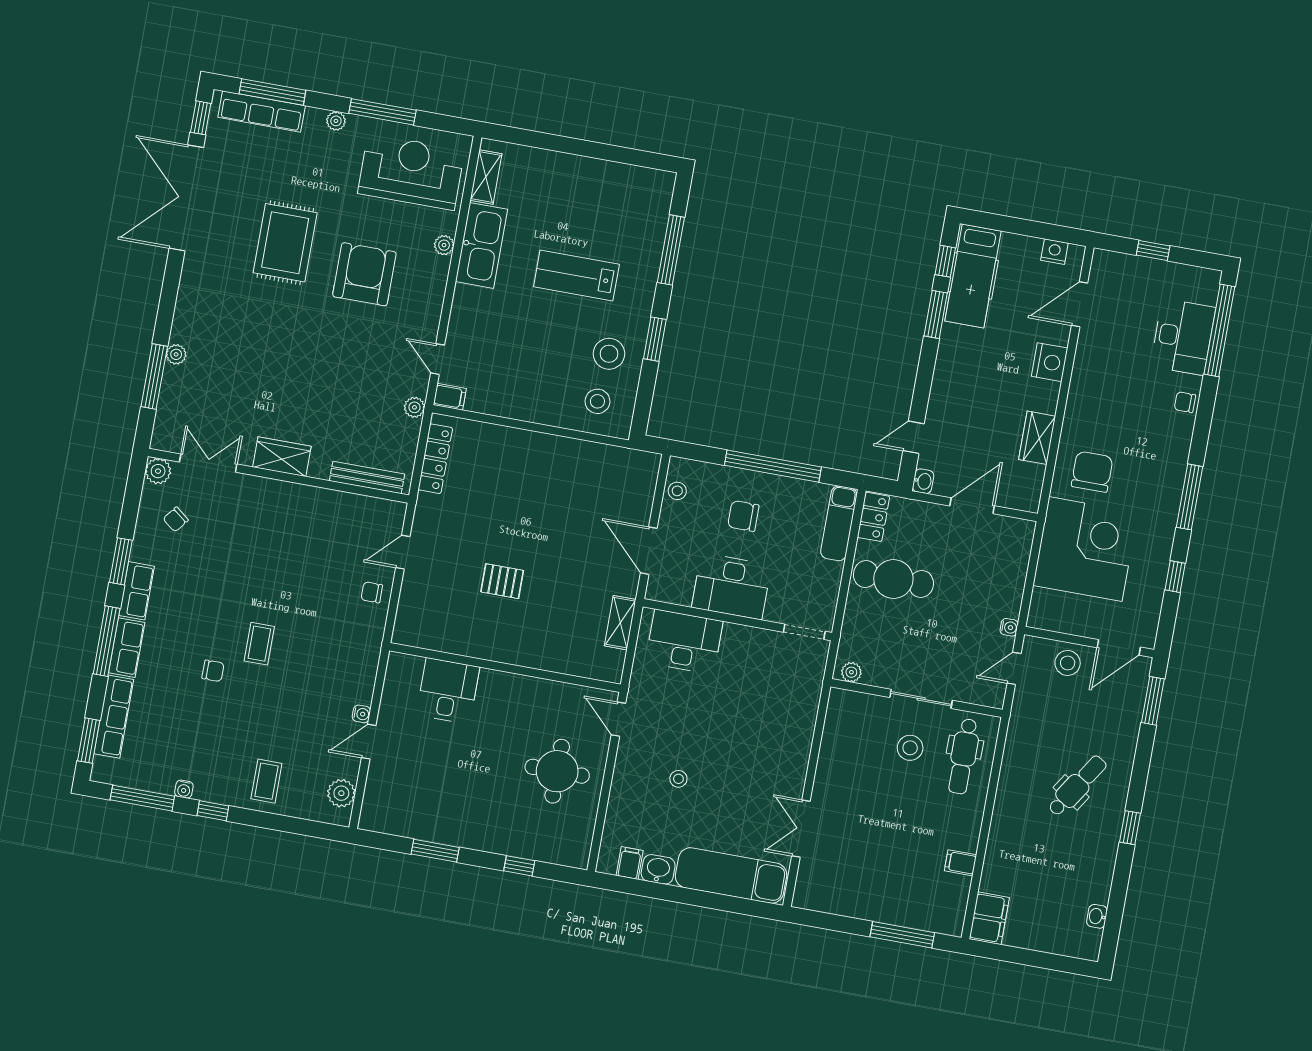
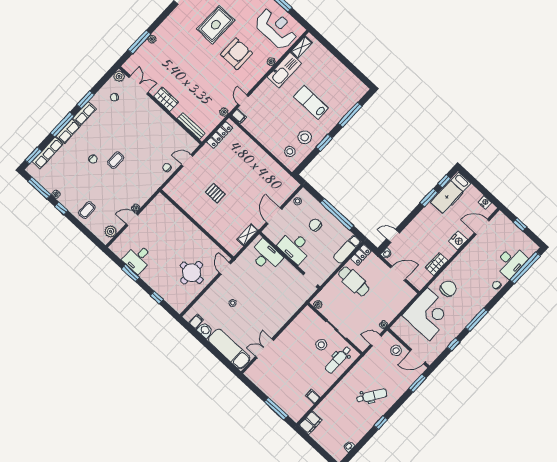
desk: (448, 691) -> (138, 259), moved, turned 180

